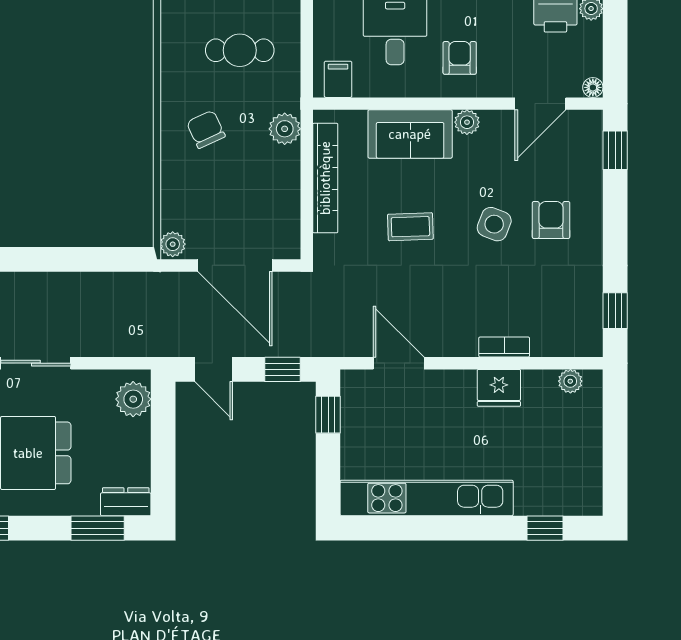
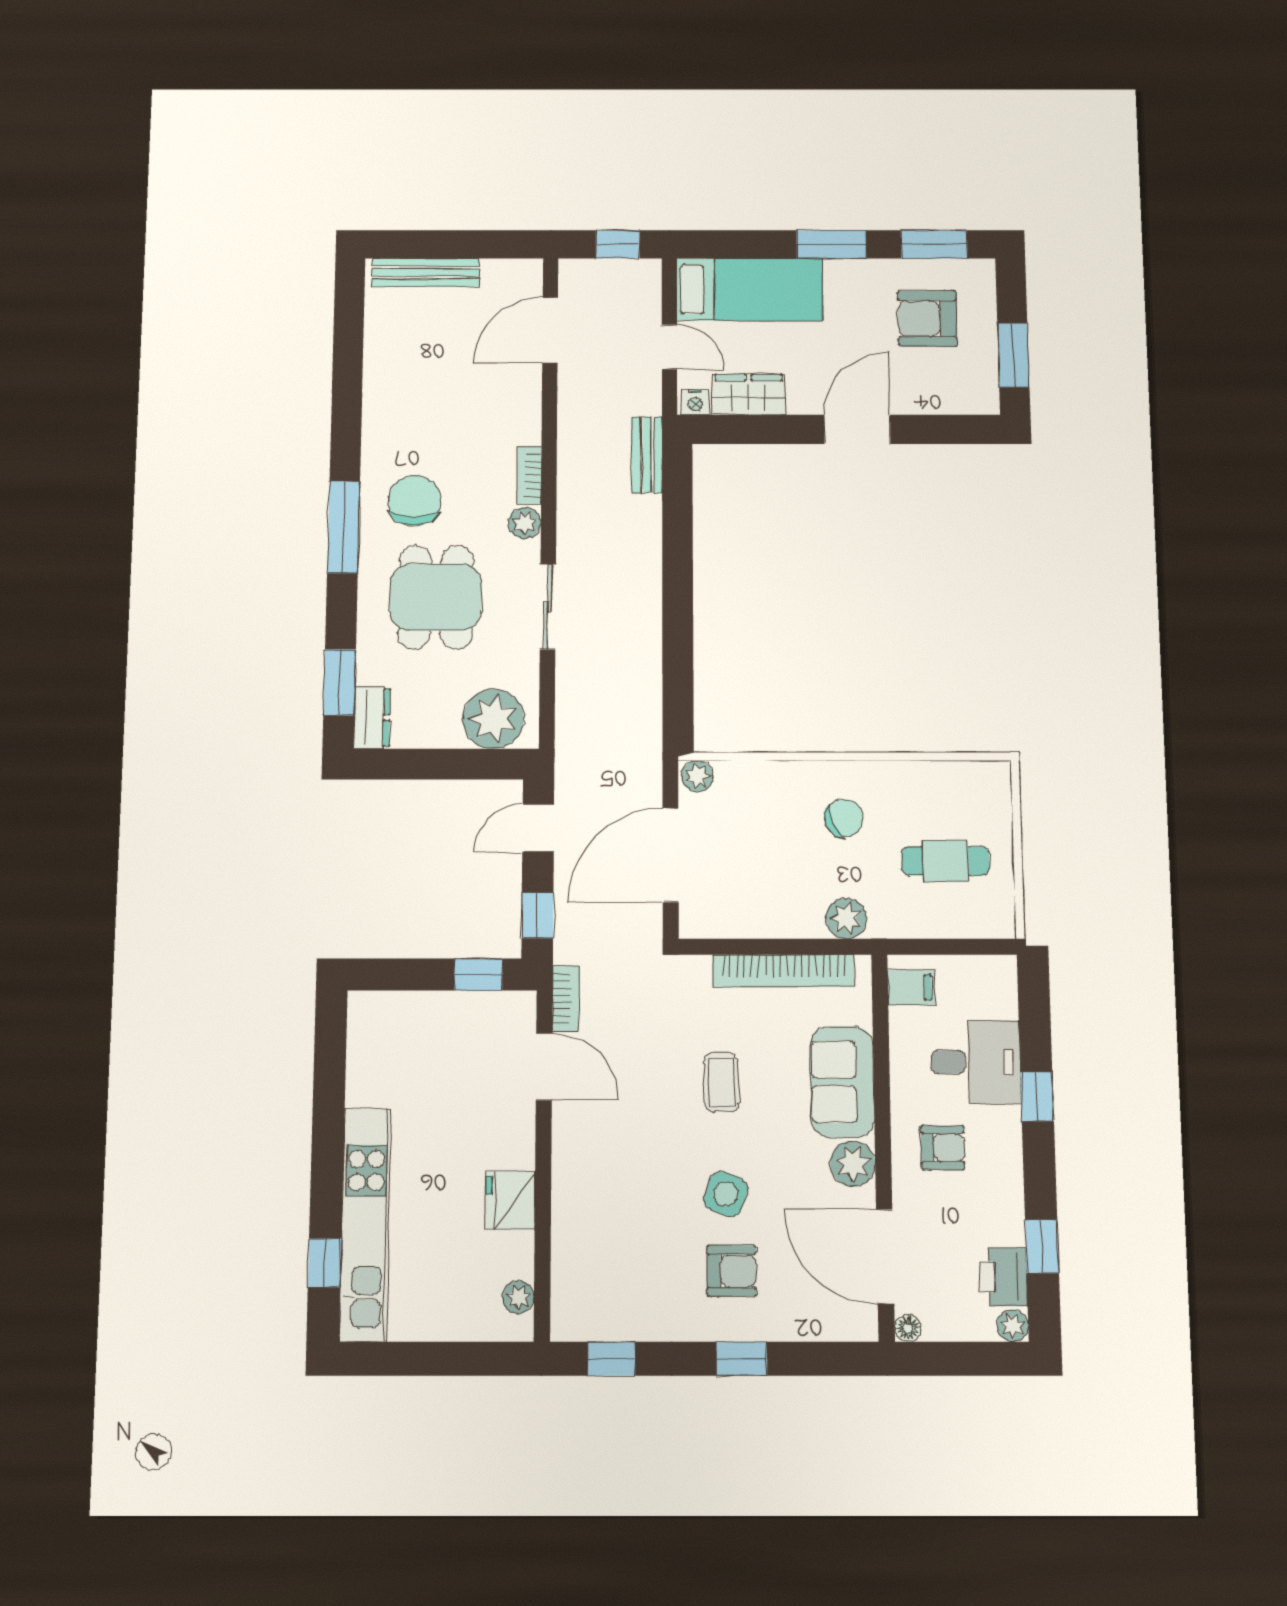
cafe table: (240, 50) -> (946, 861), turned 90
door: (540, 104) -> (885, 1256), width x1.36
plant: (467, 122) -> (853, 1164), width x1.38, depth x1.38
window: (615, 150) -> (742, 1359), moved
bookcase: (504, 347) -> (566, 998), moved
door: (399, 363) -> (544, 1067), hinge flipped
plant: (133, 399) -> (493, 719), width x1.36, depth x1.36
kitchen unit: (427, 498) -> (365, 1224), moved

